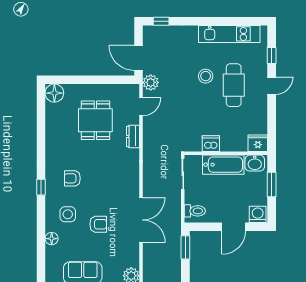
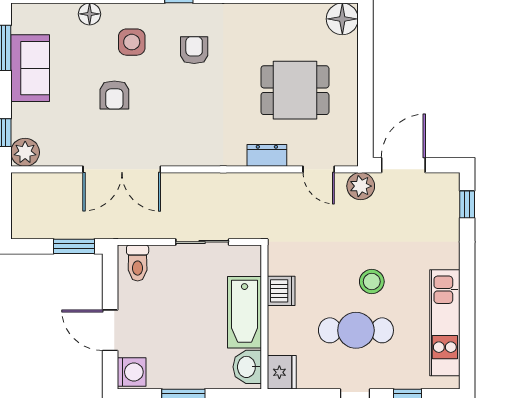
fridge: (258, 143) -> (282, 372), moved
dishwasher: (211, 144) -> (281, 291), moved
wall: (226, 153) -> (264, 317), moved
washbasin: (255, 163) -> (247, 367), moved
bathtub: (223, 165) -> (245, 312), moved

